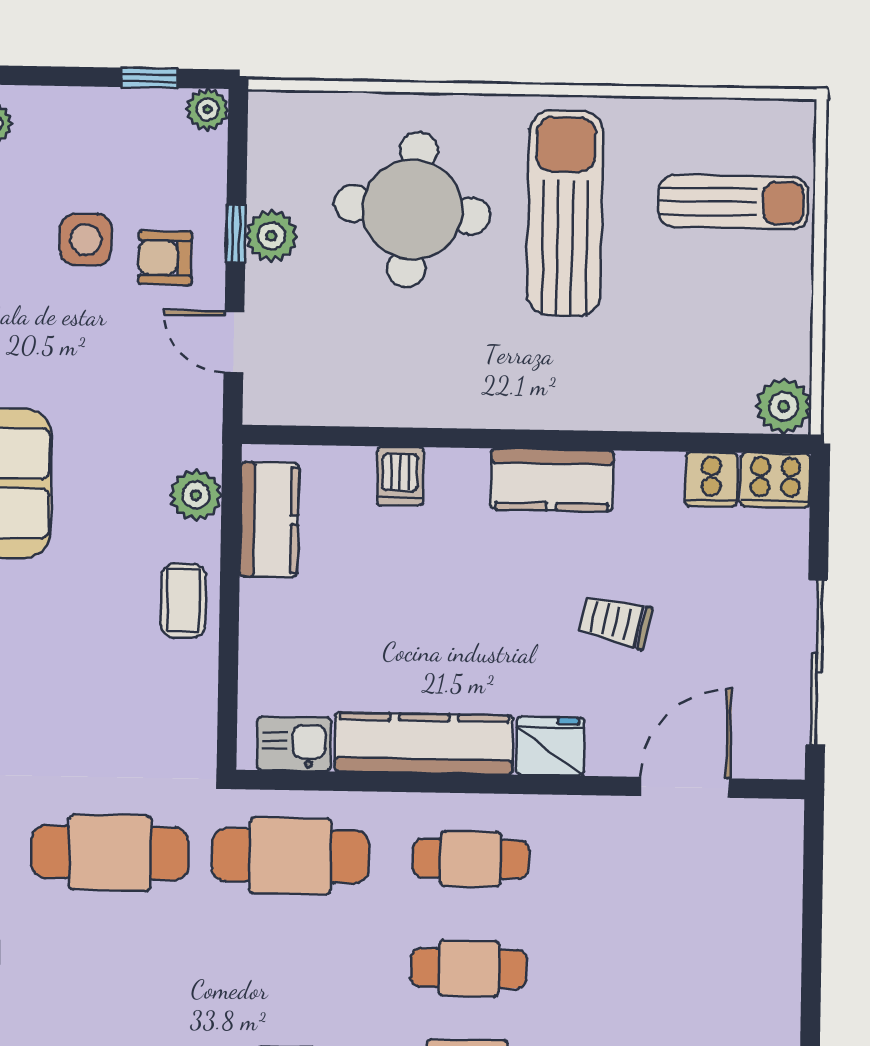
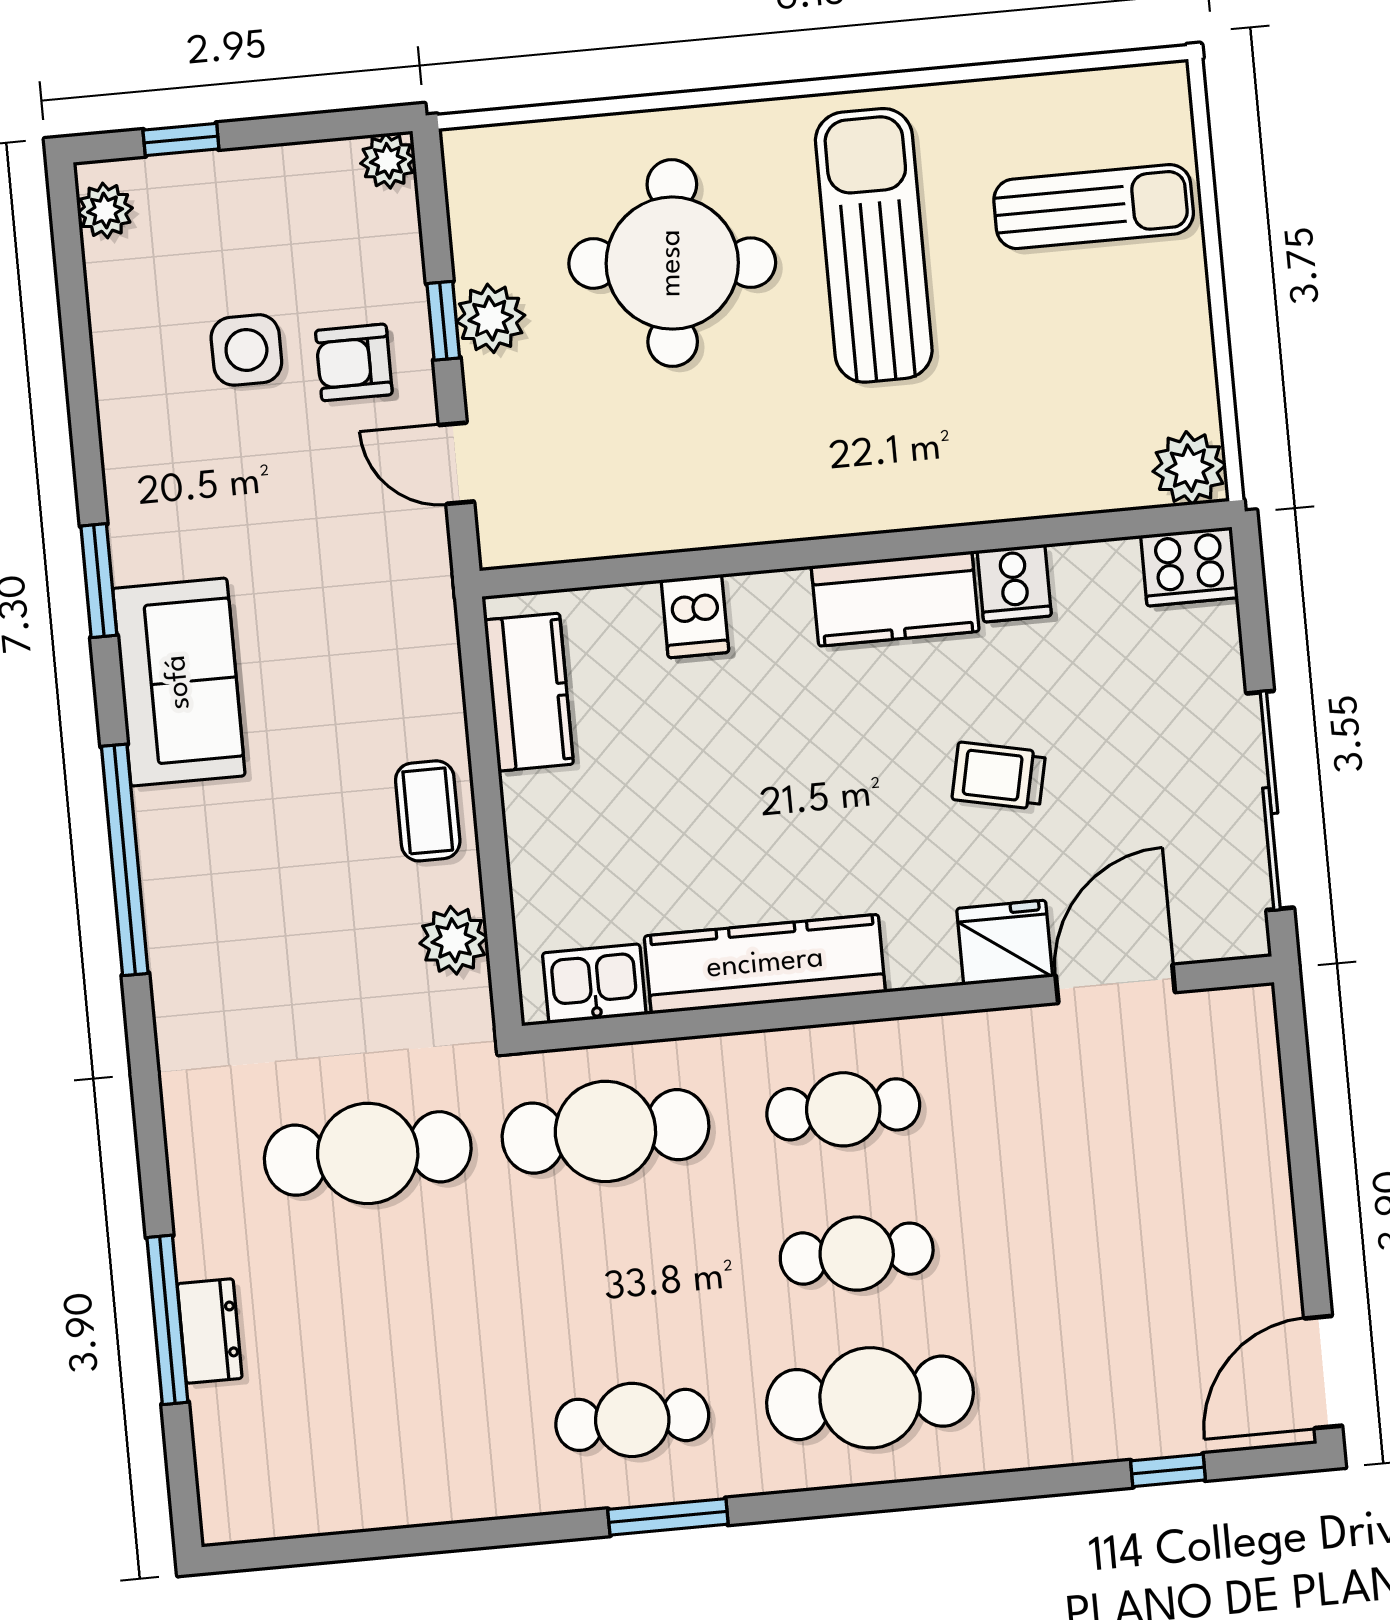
window: (149, 78) -> (181, 139), moved
cooker: (711, 479) -> (1014, 583), moved
plant: (196, 495) -> (454, 940), moved
fridge: (550, 746) -> (1005, 943), moved

